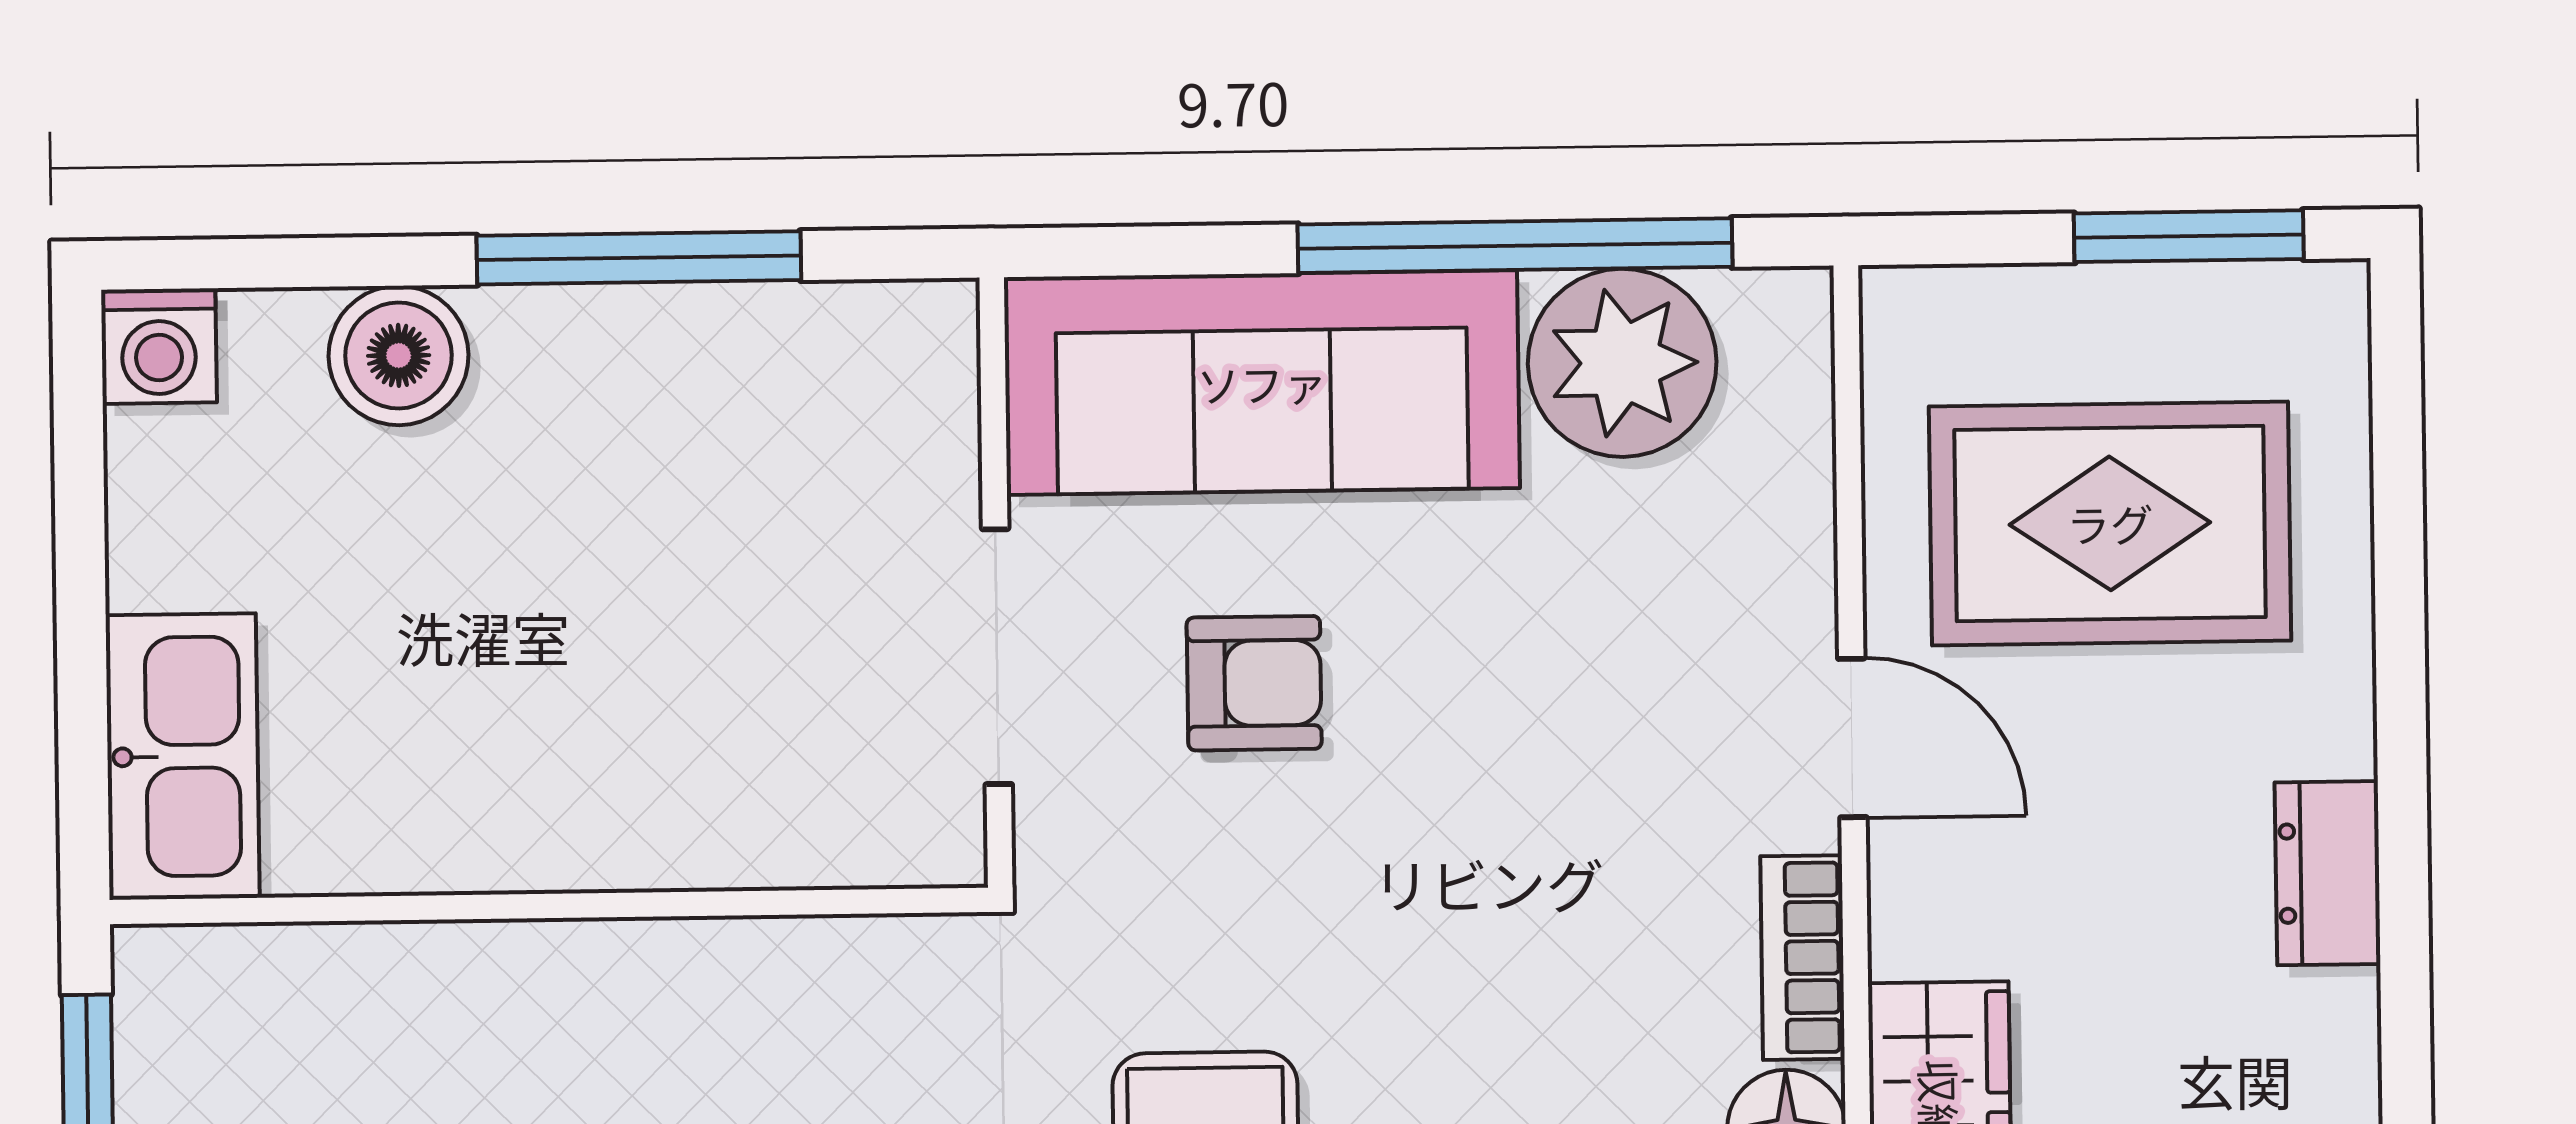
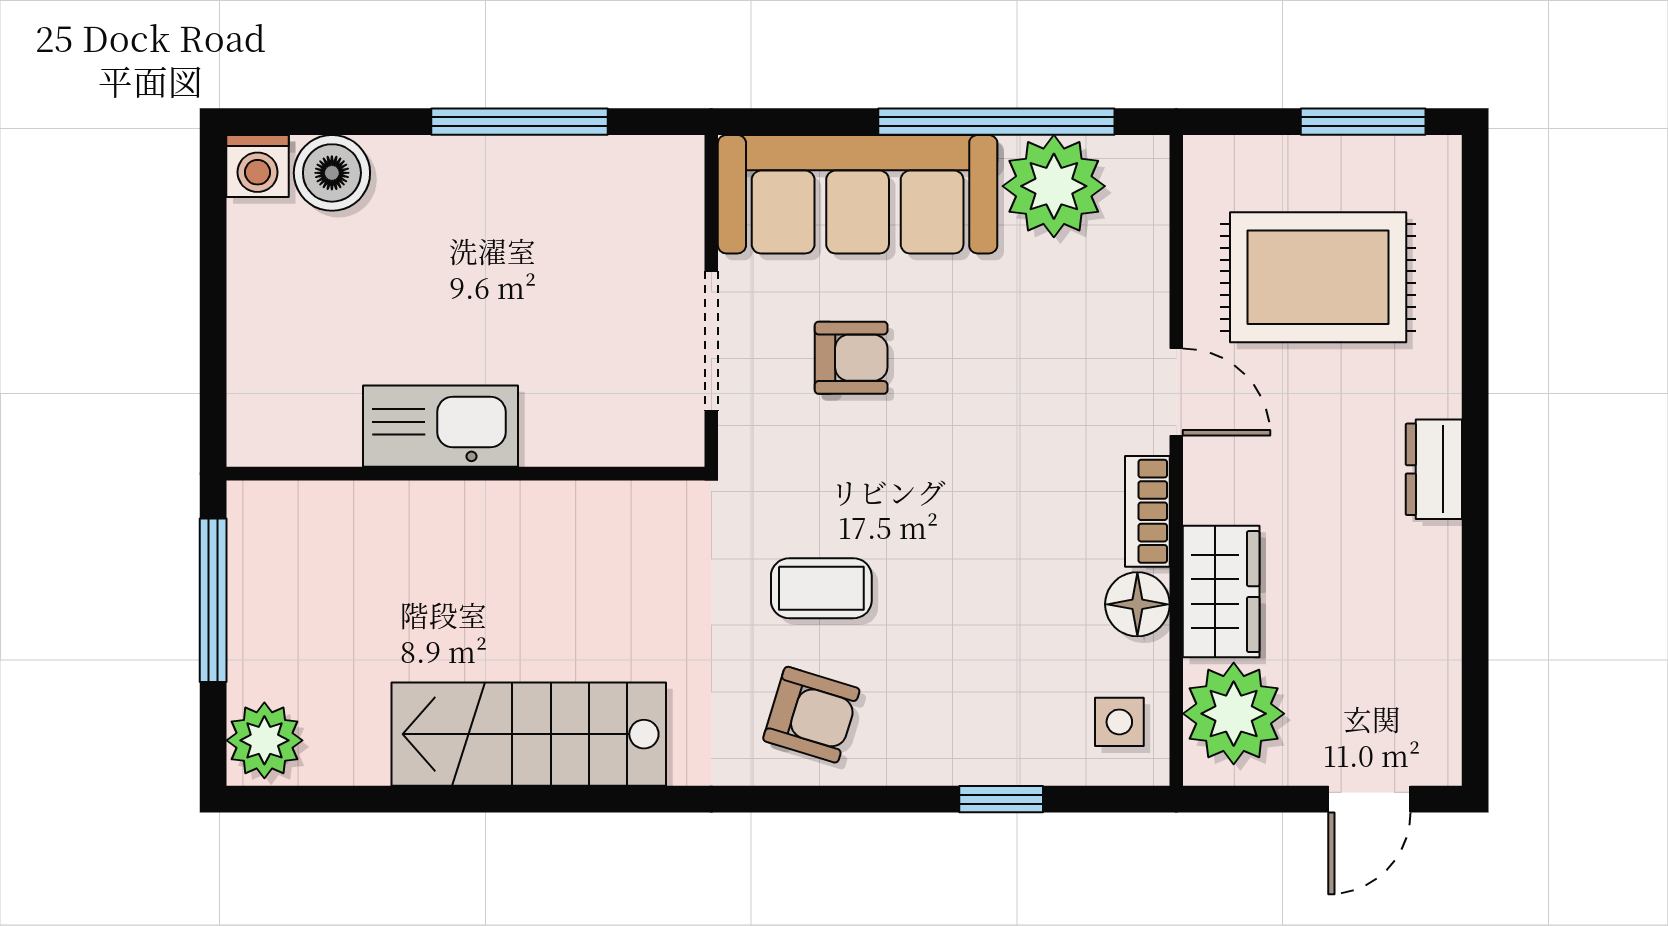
boiler: (399, 355) -> (332, 173), moved
kitchen sink: (183, 757) -> (441, 426), moved, turned -90

